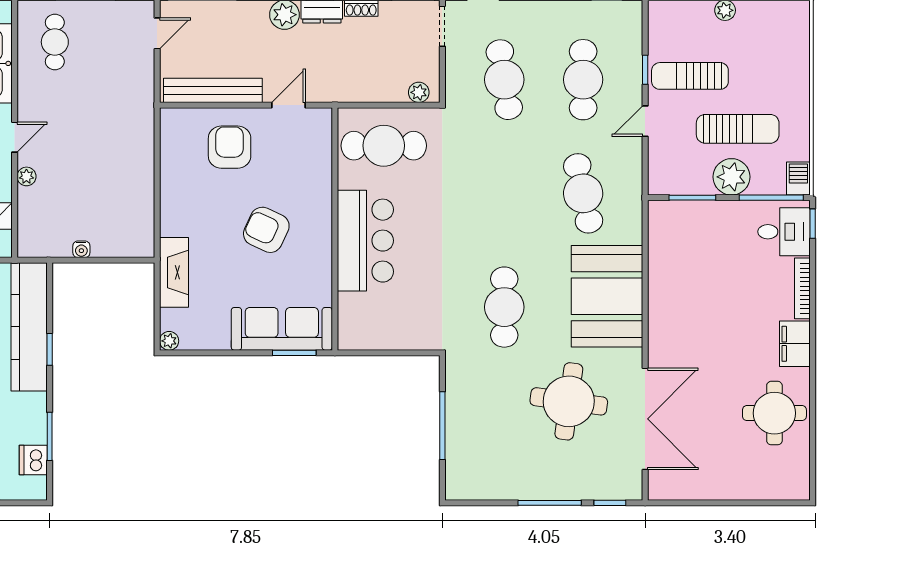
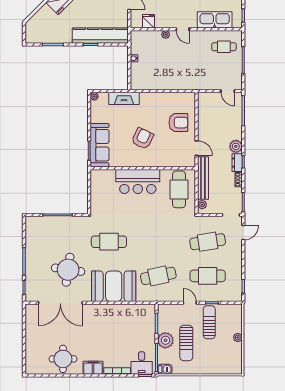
bench: (213, 90) -> (203, 178), moved
dishwasher: (33, 460) -> (43, 37), removed

